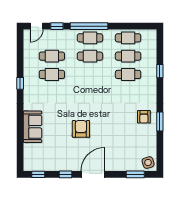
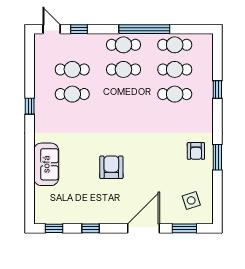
door: (37, 26) -> (52, 29), swing flipped
window: (89, 26) -> (144, 29), moved
side table: (148, 163) -> (191, 200), moved
door: (93, 174) -> (143, 228), moved

